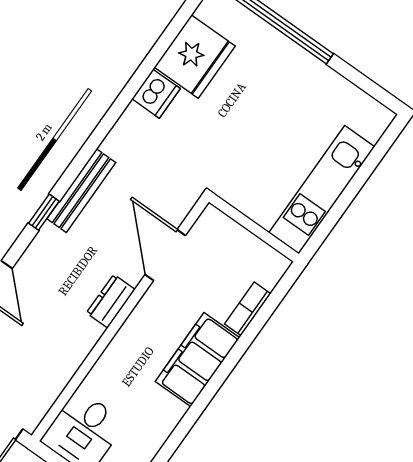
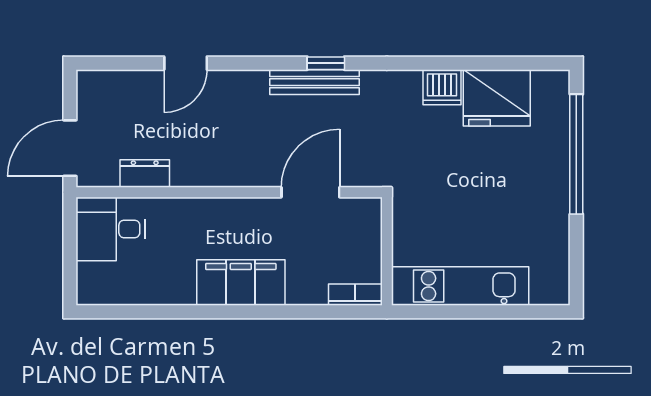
window: (44, 212) -> (326, 63), moved
dresser: (111, 301) -> (145, 174), moved
bookcase: (248, 309) -> (355, 295), moved

